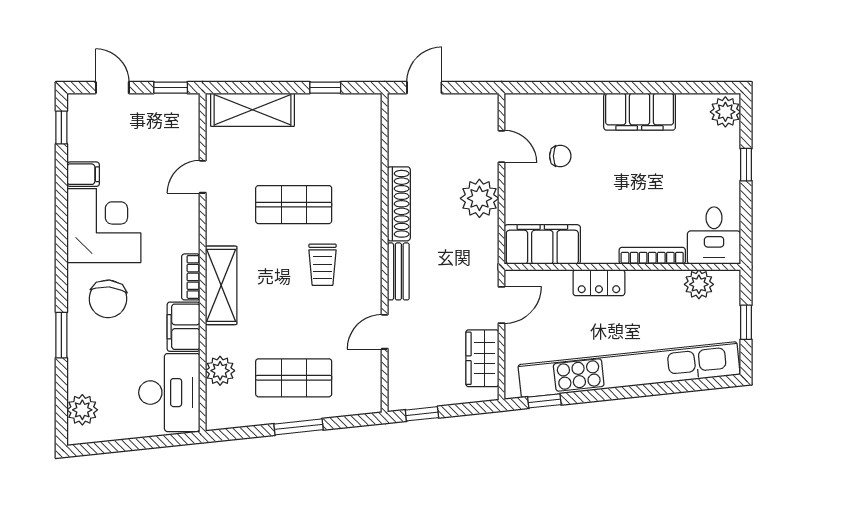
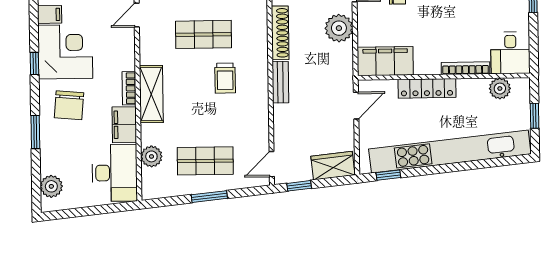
window: (61, 241) -> (34, 64), added
locker: (599, 283) -> (427, 88), width x1.53
door: (385, 332) -> (272, 164), moved
wardrobe: (482, 358) -> (333, 166), moved, turned 84

